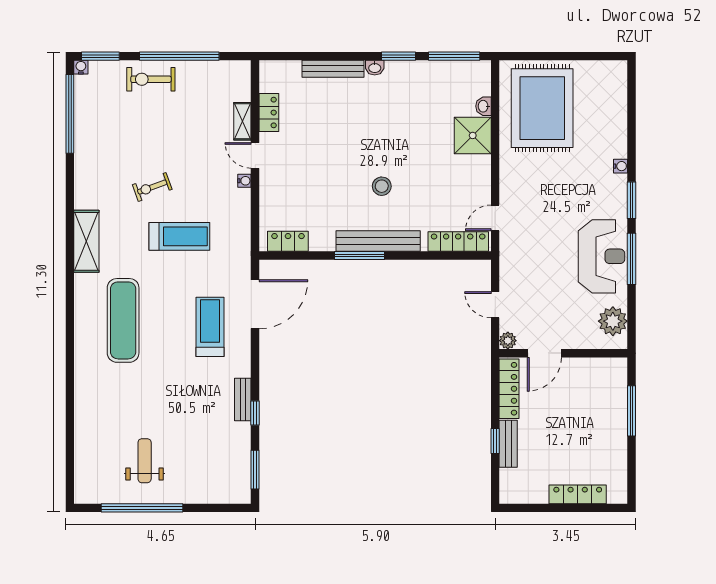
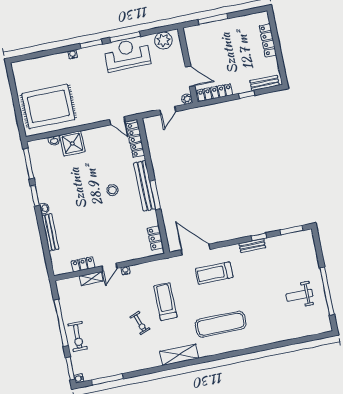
window: (70, 114) -> (107, 379), width x0.68
bench: (508, 444) -> (265, 83), moved

